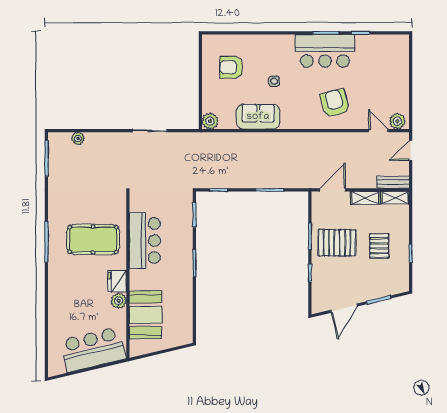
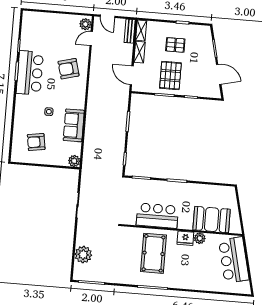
armchair: (231, 67) -> (36, 142), turned 81
plant: (78, 138) -> (83, 255), width x1.88, depth x1.88

